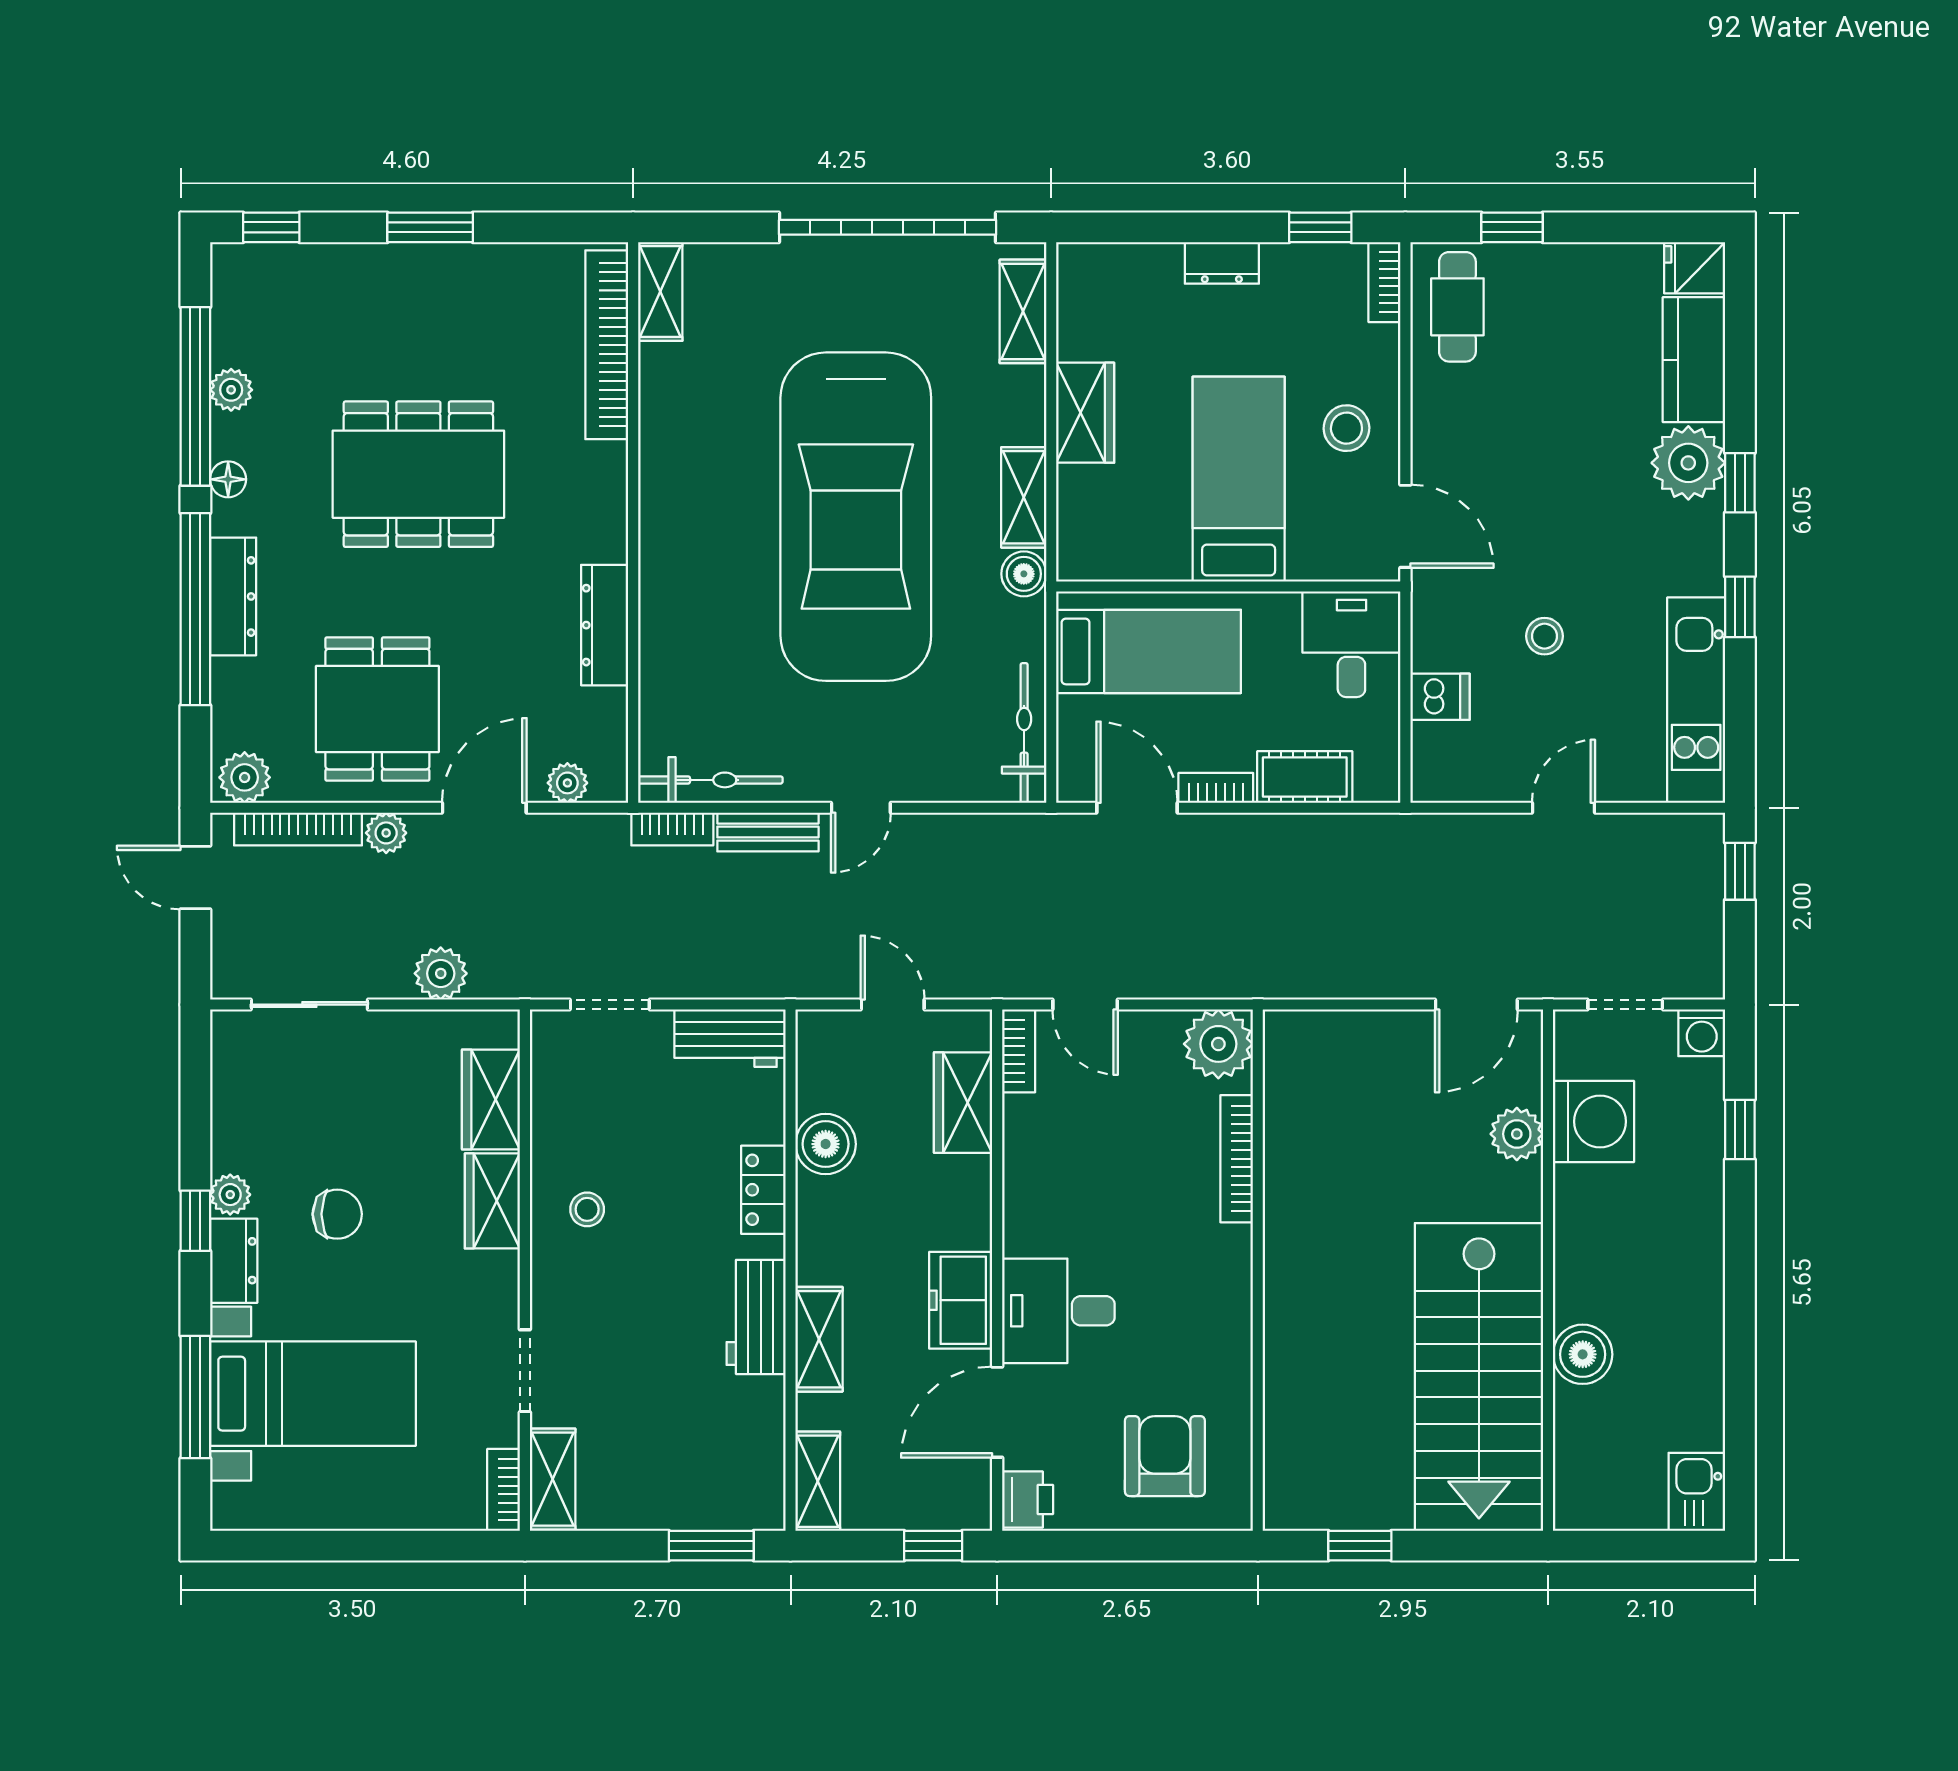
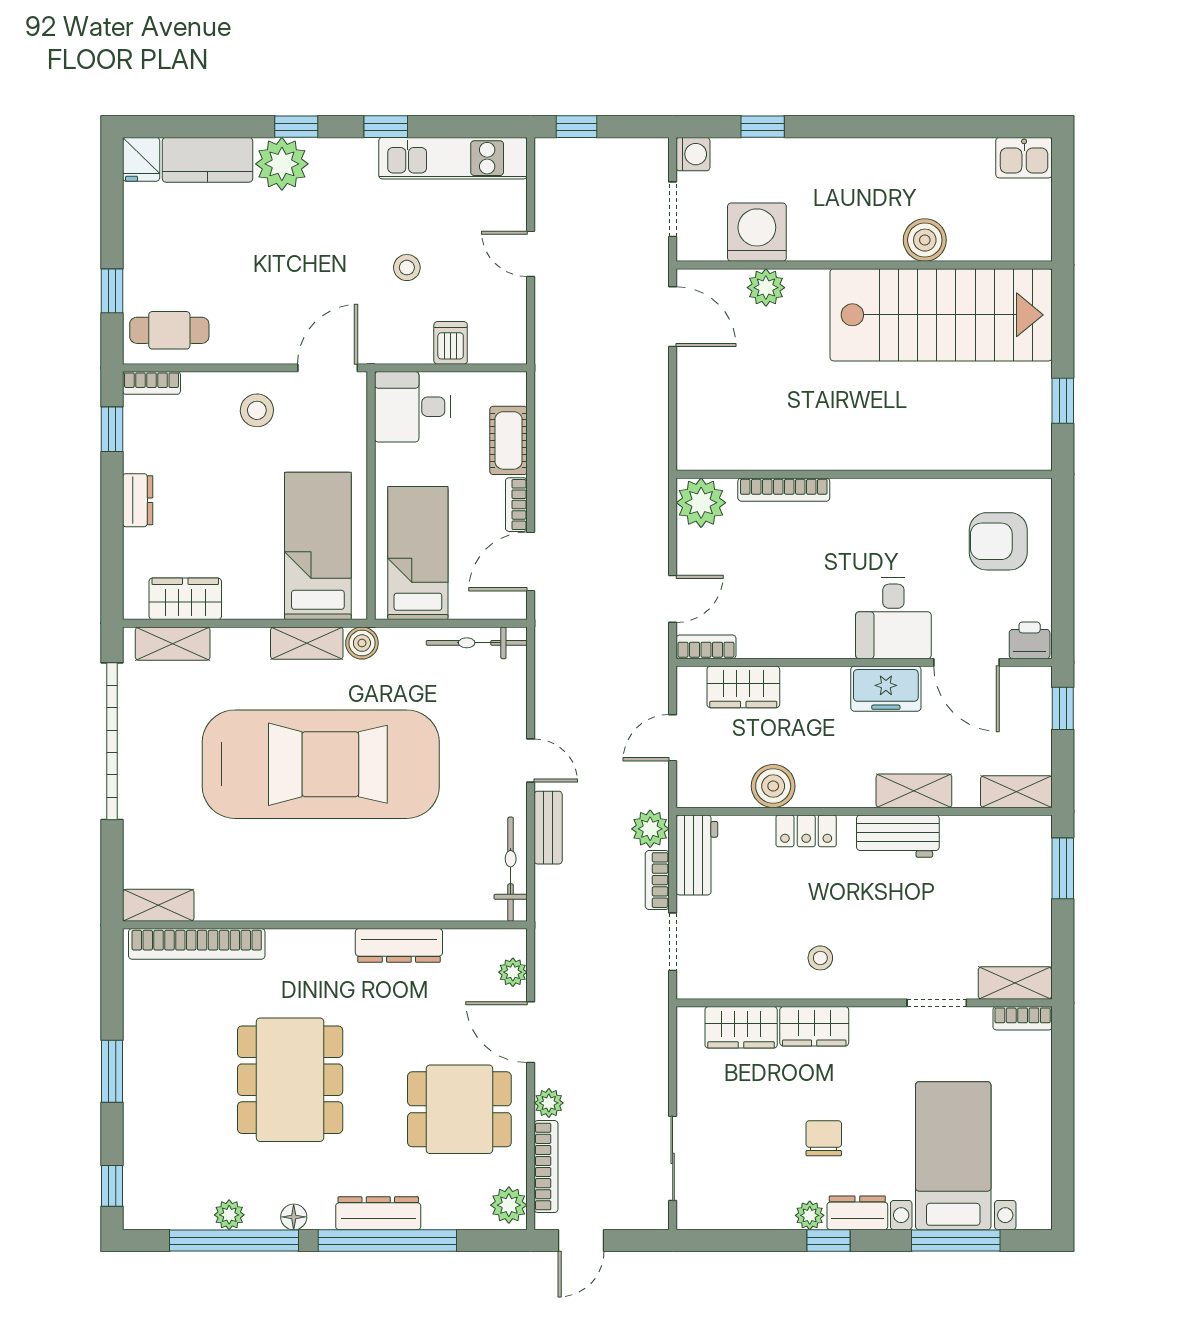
wardrobe: (1085, 413) -> (185, 599), moved
bed: (1239, 479) -> (318, 546), moved, turned 90
bookcase: (672, 829) -> (657, 880), moved, turned 180
plant: (441, 973) -> (650, 829), moved

